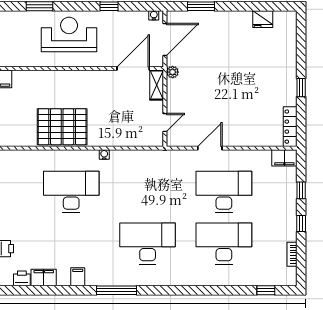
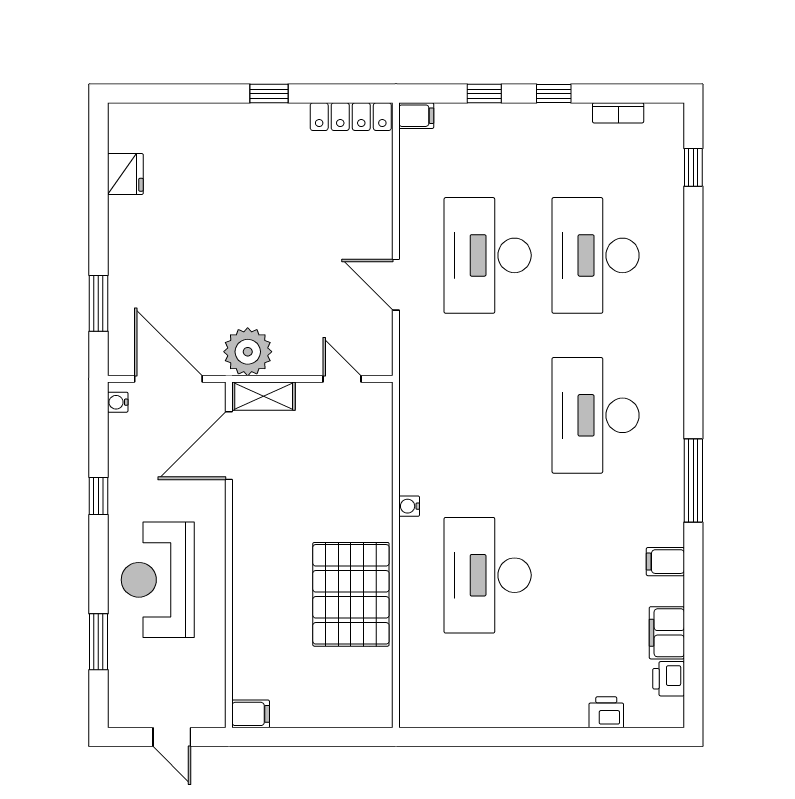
door: (133, 68) -> (229, 446), hinge flipped
plant: (173, 72) -> (248, 352), width x1.87, depth x1.87
filing cabinet: (284, 158) -> (416, 116), width x0.50

